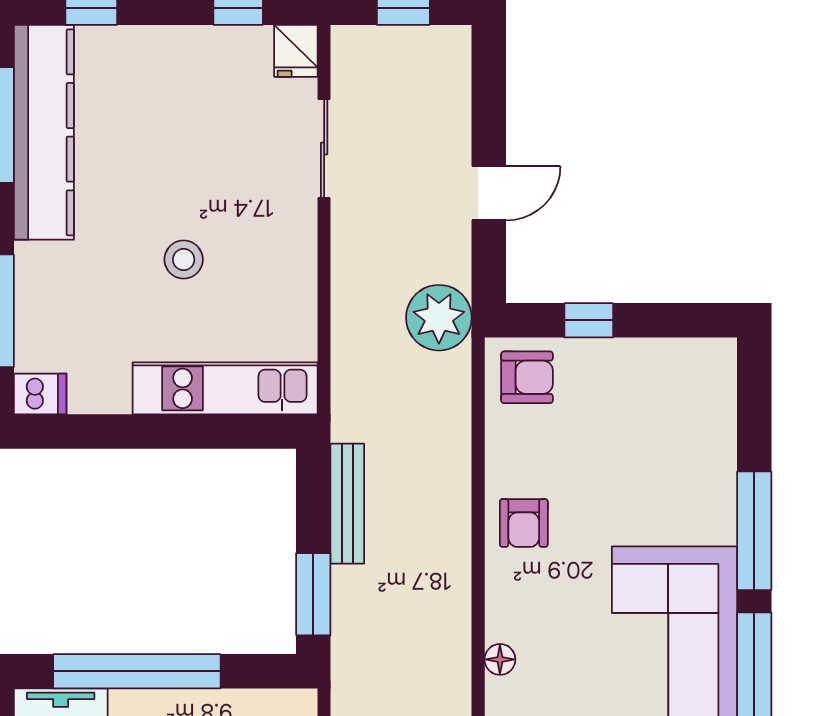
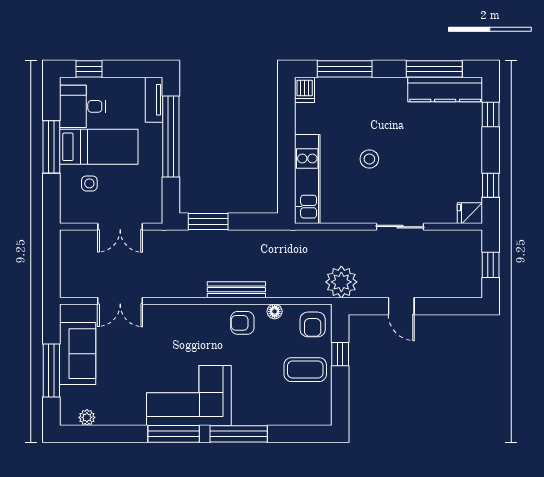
kitchen counter: (44, 132) -> (445, 90), width x0.72, depth x0.86
sliding door: (324, 149) -> (400, 227), moved
coffee table: (621, 393) -> (305, 370), added
bench: (347, 504) -> (236, 290), moved
floor lamp: (500, 659) -> (275, 311), moved

